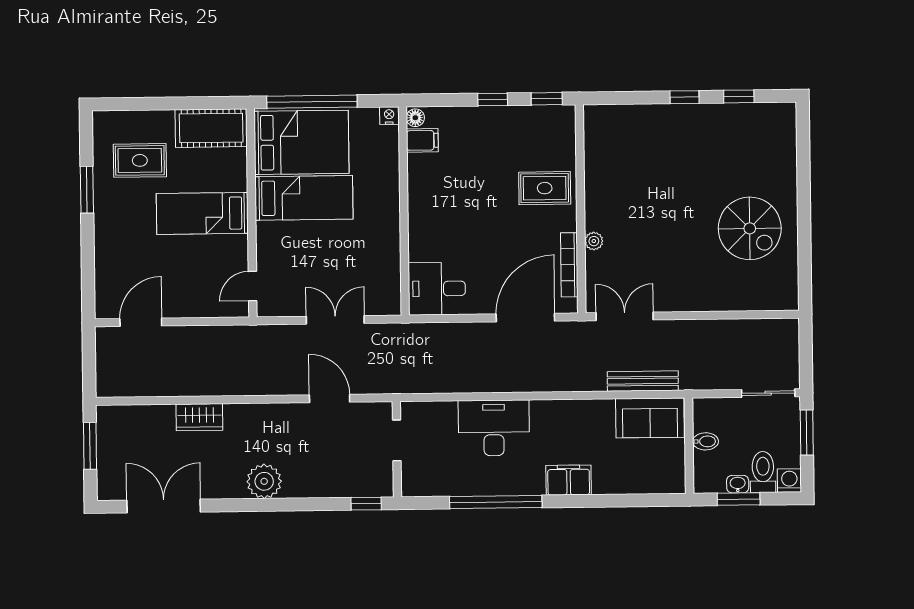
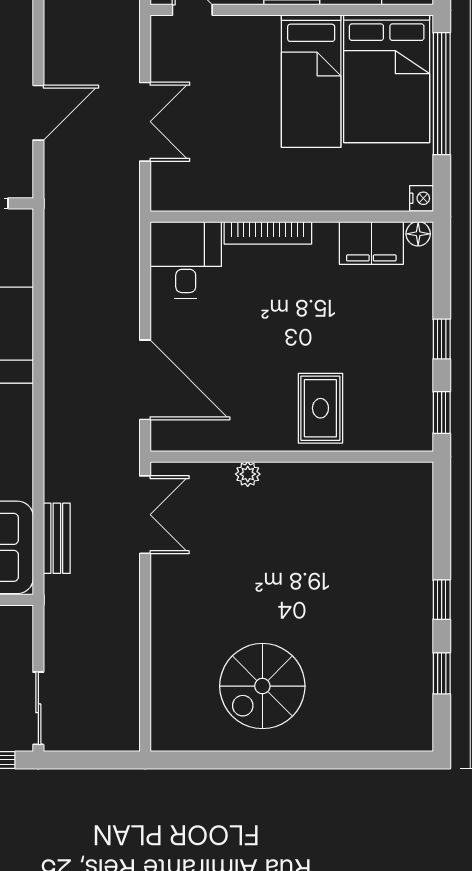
filing cabinet: (422, 140) -> (371, 243), width x2.00
bookcase: (569, 265) -> (268, 233), moved, turned 180
bench: (643, 381) -> (57, 538), width x0.73

